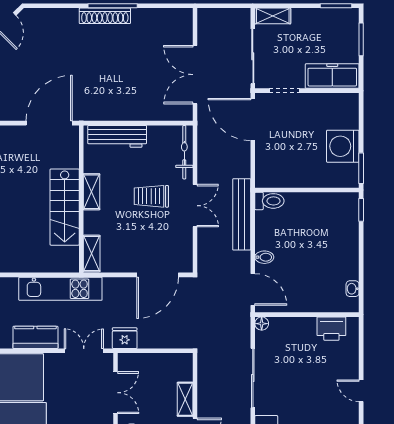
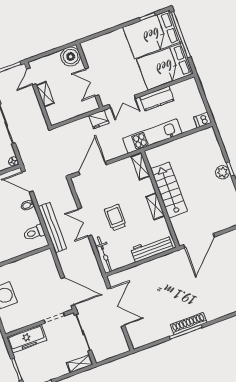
trolley: (151, 196) -> (115, 218), turned -90
toilet: (269, 201) -> (34, 233), moved

